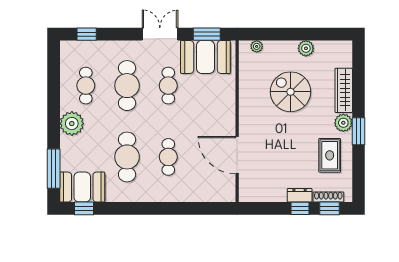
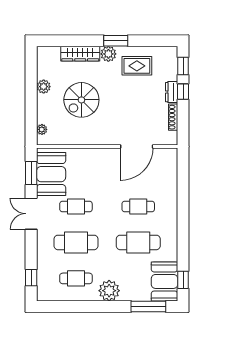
shoe rack: (328, 197) -> (173, 117), moved

